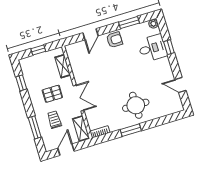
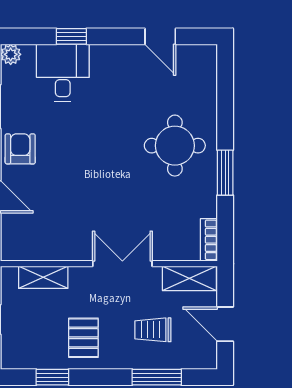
door: (180, 85) -> (160, 36), hinge flipped
pallet: (52, 94) -> (83, 338), moved

